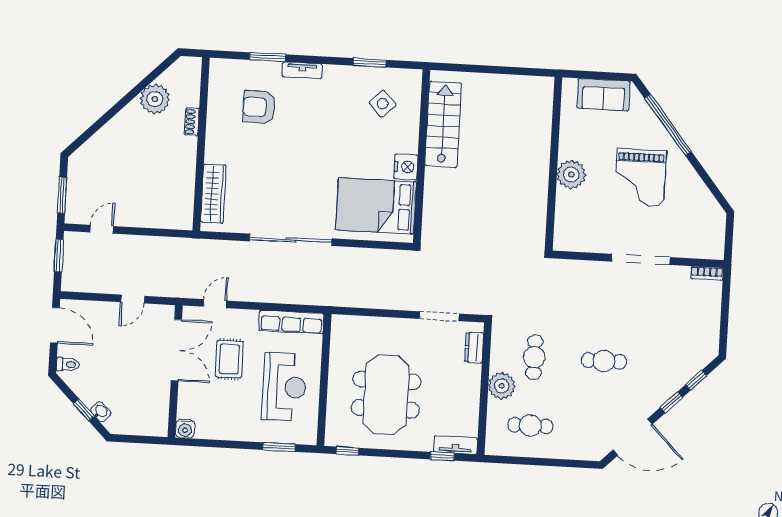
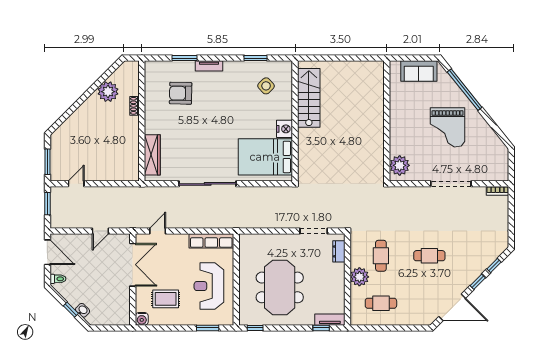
plant: (571, 175) -> (400, 165), moved
rug: (229, 359) -> (166, 299), moved, turned 90
reception desk: (284, 387) -> (209, 286), turned 180

